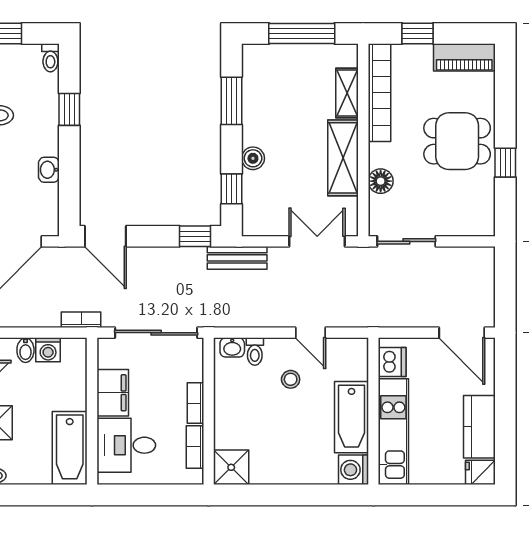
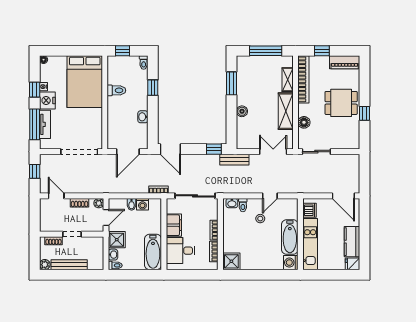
window: (231, 189) -> (232, 126), removed
door: (310, 333) -> (270, 196), hinge flipped

